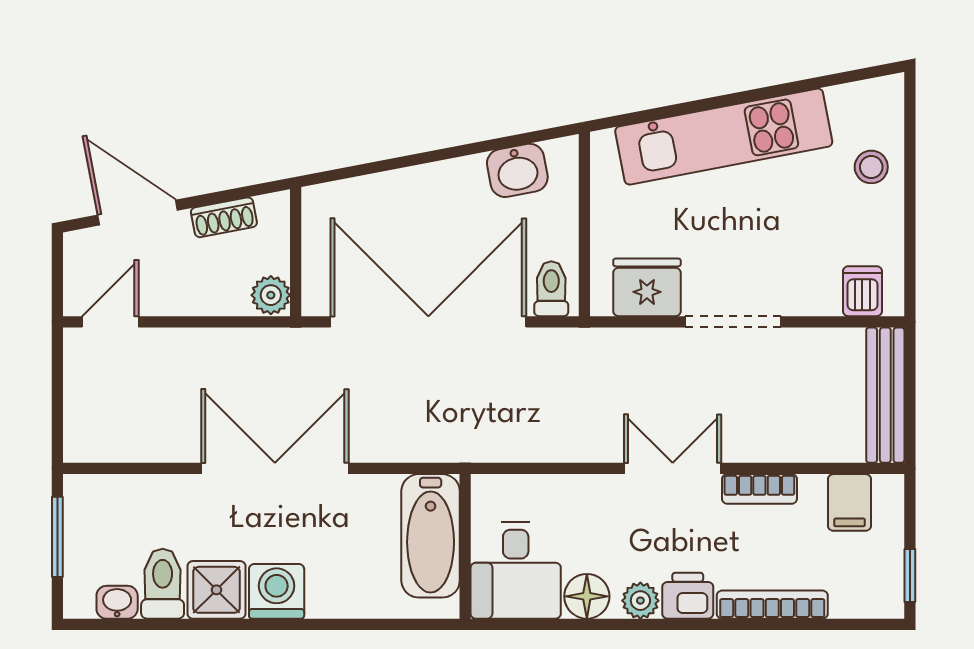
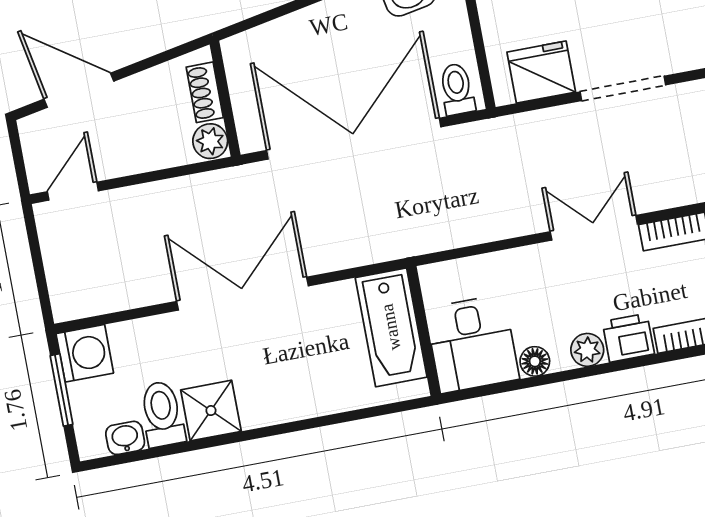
shoe rack: (224, 217) -> (205, 92), moved, turned 101
washing machine: (277, 591) -> (85, 353), moved, turned 90
floor lamp: (587, 596) -> (535, 361), width x0.73, depth x0.73

